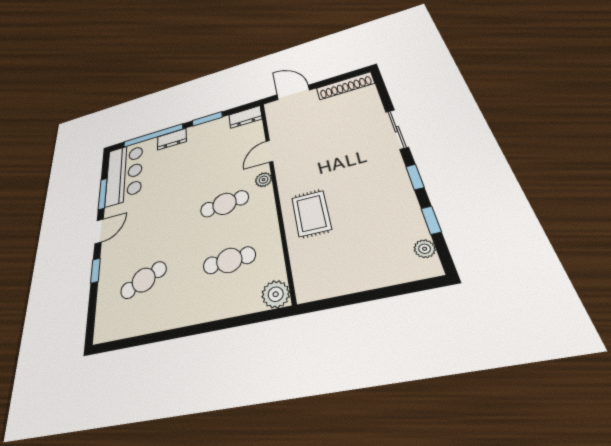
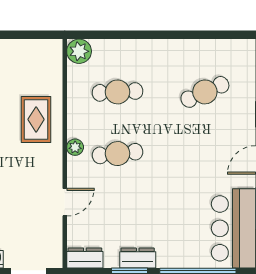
dresser: (172, 139) -> (138, 258), moved
plant: (263, 180) -> (75, 147), moved

